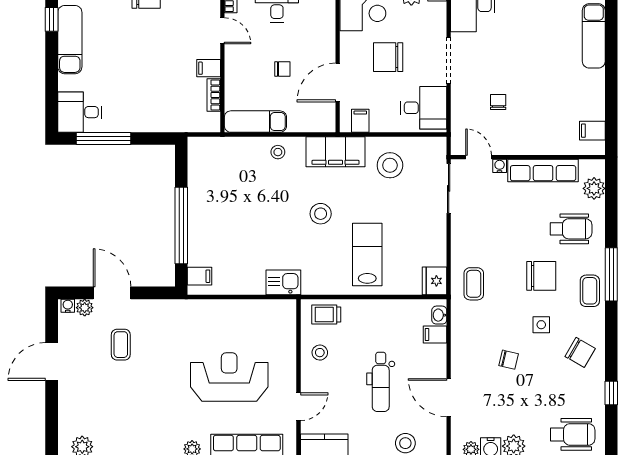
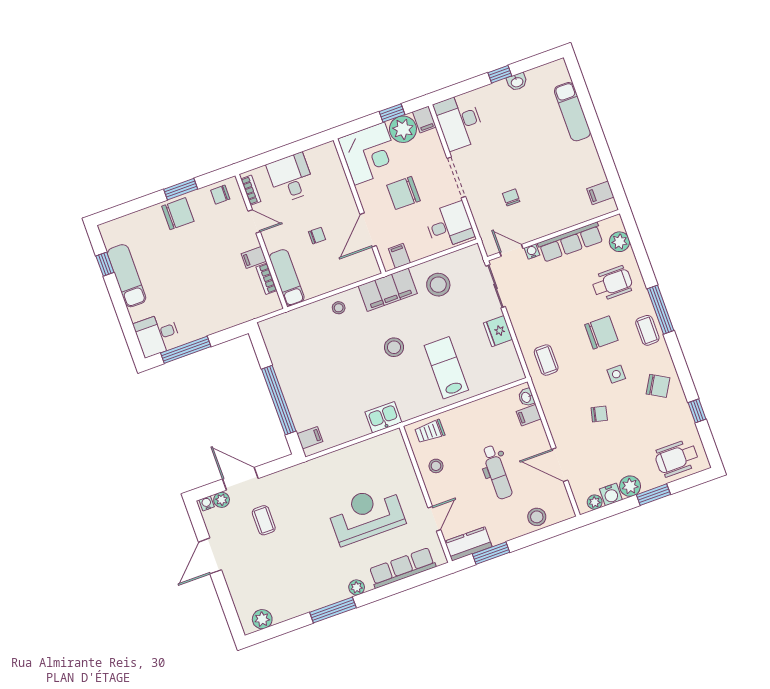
exam couch: (255, 122) -> (287, 278), moved, turned 90
fridge: (435, 281) -> (498, 331), moved
wheelchair: (573, 434) -> (677, 458), turned 180

